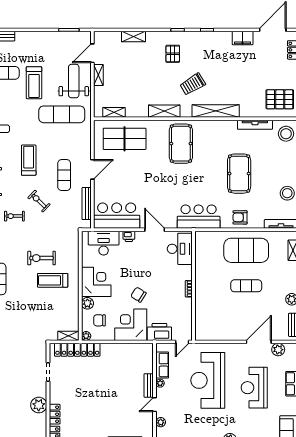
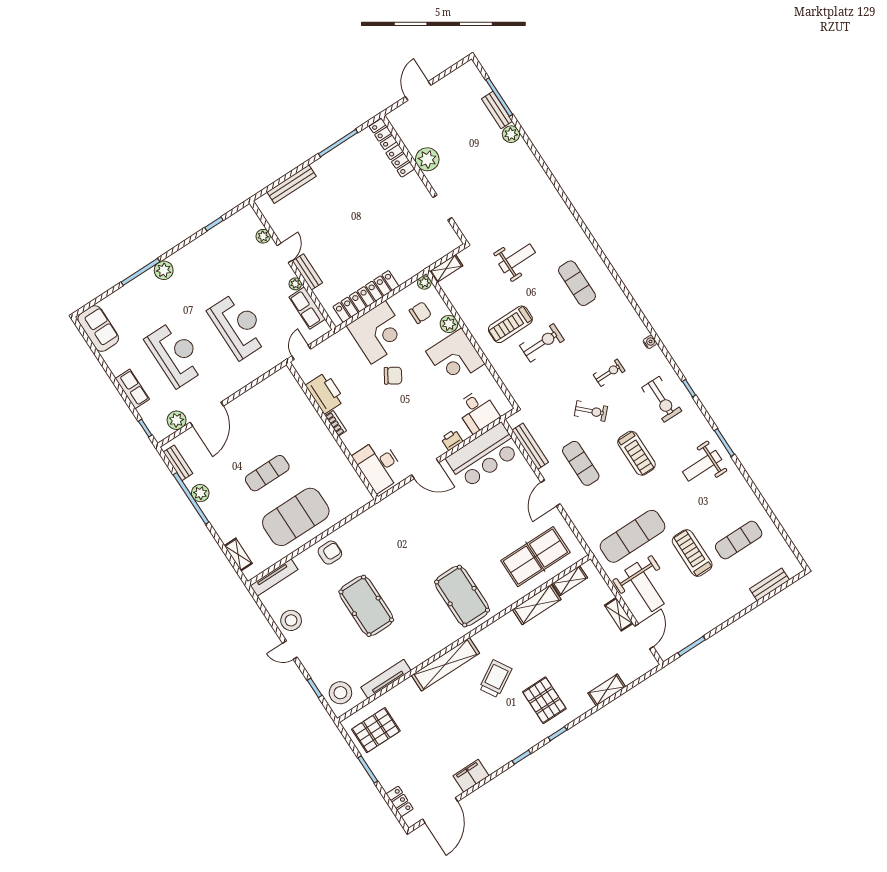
pallet: (173, 54) -> (544, 700), width x1.50, depth x1.42
shelving: (164, 111) -> (537, 605), moved
bar counter: (199, 217) -> (382, 520), removed
desk: (104, 243) -> (477, 411), width x0.73
treadmill: (53, 280) -> (510, 324), turned 180
weight bench: (24, 315) -> (517, 258), added
printer: (159, 332) -> (325, 393), moved, turned -90
locker: (77, 350) -> (366, 296), moved
reception desk: (208, 380) -> (239, 326), width x0.74, depth x0.77

